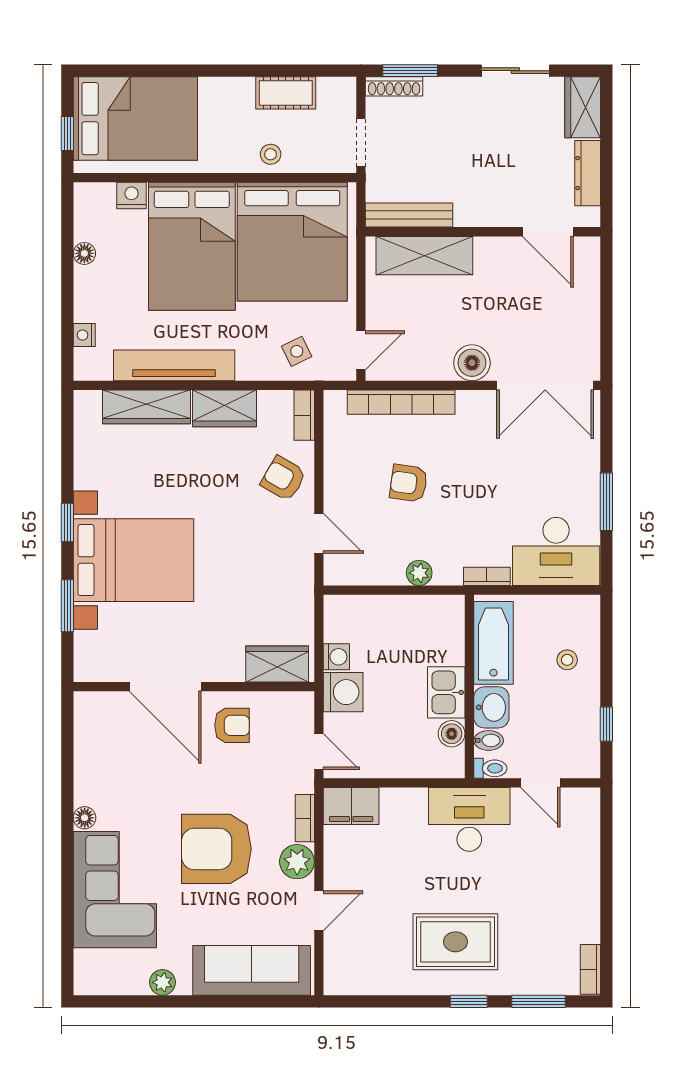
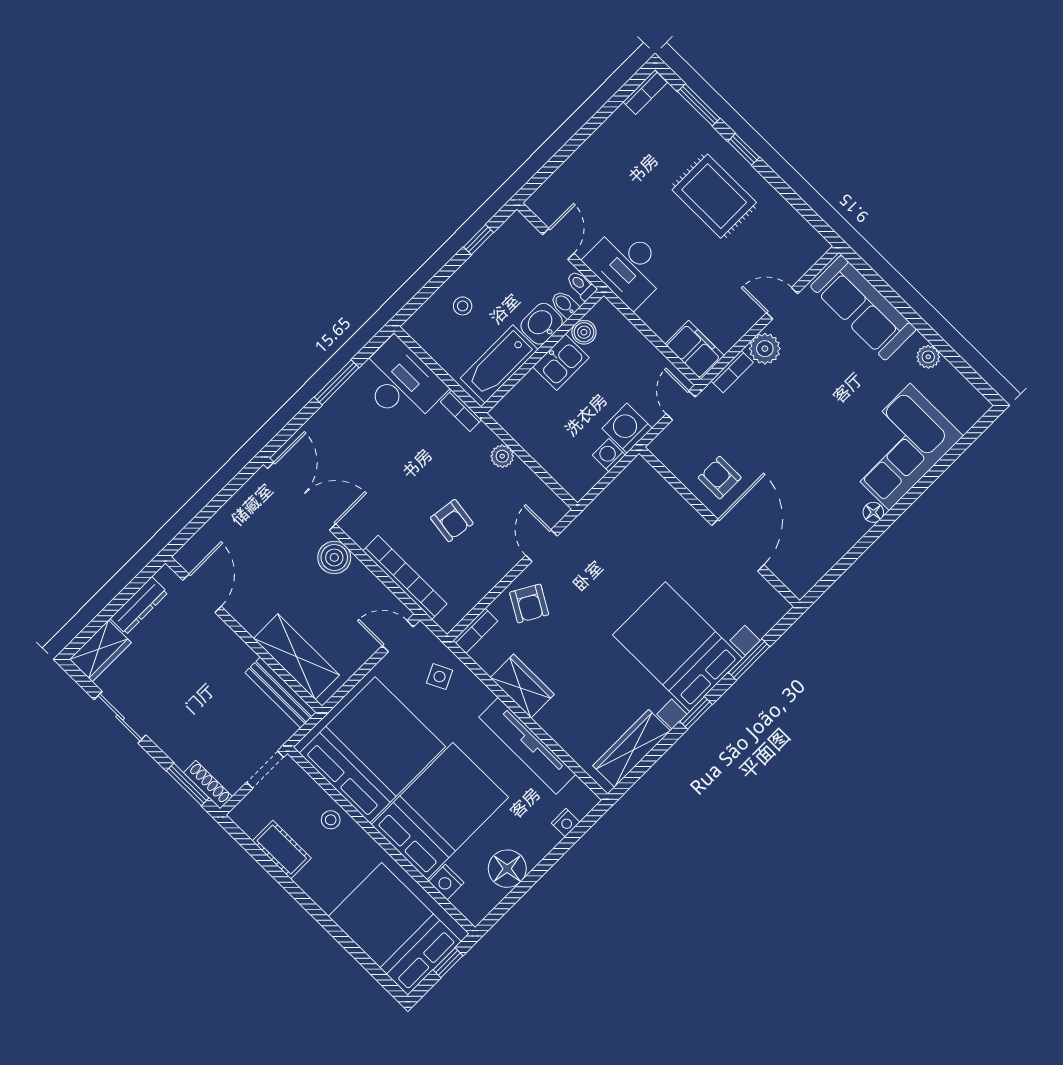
floor lamp: (84, 253) -> (507, 869), width x1.89, depth x1.89
wardrobe: (146, 407) -> (632, 748), moved, turned -90
wardrobe: (277, 664) -> (652, 488), removed
armchair: (216, 849) -> (809, 408), removed

